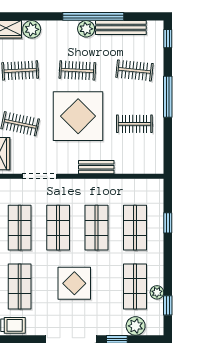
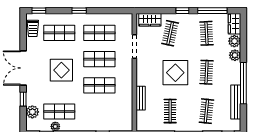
plant: (86, 29) -> (235, 55), moved
display table: (78, 116) -> (175, 73), width x0.73, depth x0.73
bench: (96, 167) -> (141, 98), moved
shop shelf: (135, 228) -> (99, 111), removed

